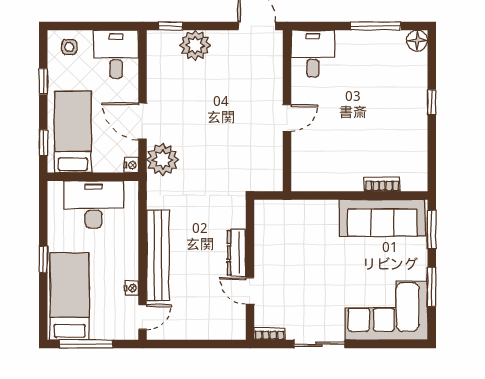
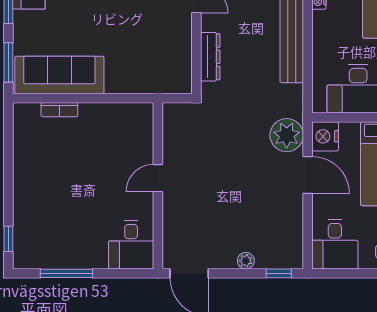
floor lamp: (417, 41) -> (23, 258), removed
plant: (195, 45) -> (246, 261), width x0.53, depth x0.53
window: (432, 102) -> (8, 239), moved
nightstand: (131, 165) -> (325, 136), width x1.89, depth x1.79
dresser: (237, 253) -> (210, 57), moved

